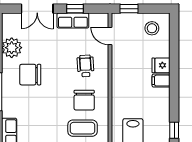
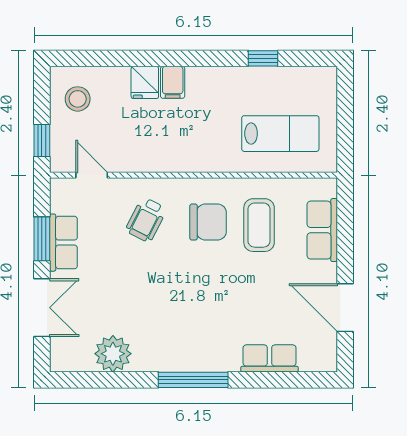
window: (75, 9) -> (42, 239), width x1.50
door: (110, 36) -> (92, 175), swing flipped
wheelchair: (85, 66) -> (146, 220), turned -60
chair: (30, 75) -> (162, 320), removed

